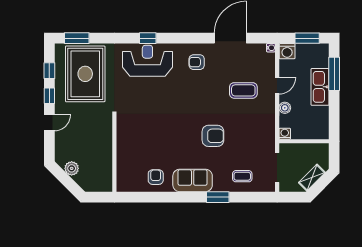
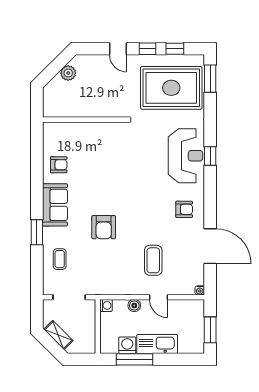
washing machine: (287, 51) -> (127, 345), moved, turned 90
armchair: (197, 62) -> (184, 209), turned 90
window: (334, 74) -> (135, 359), moved

